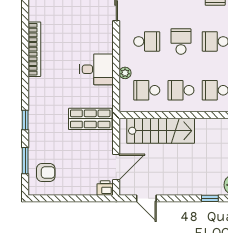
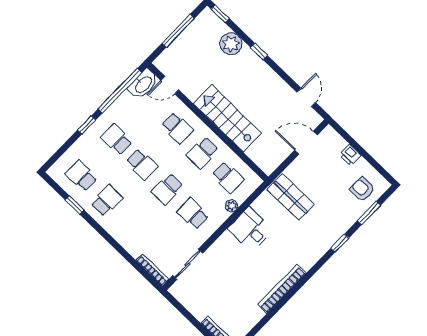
school desk: (181, 90) -> (203, 153), turned 90
stairs: (161, 131) -> (227, 118), moved
printer: (105, 188) -> (350, 155), moved

